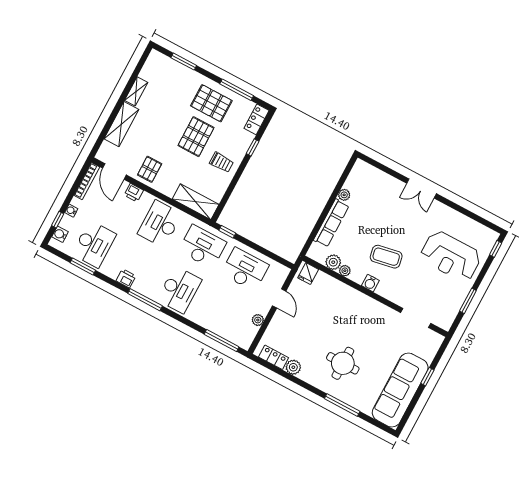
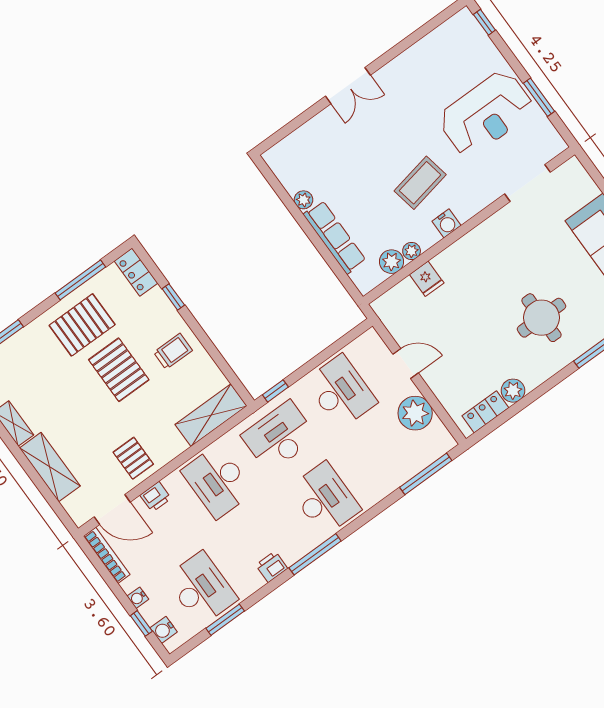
reception desk: (451, 256) -> (486, 114), moved
desk: (245, 269) -> (341, 392), turned 90
fridge: (308, 274) -> (427, 279), moved
plant: (258, 320) -> (415, 413), width x1.88, depth x1.88

